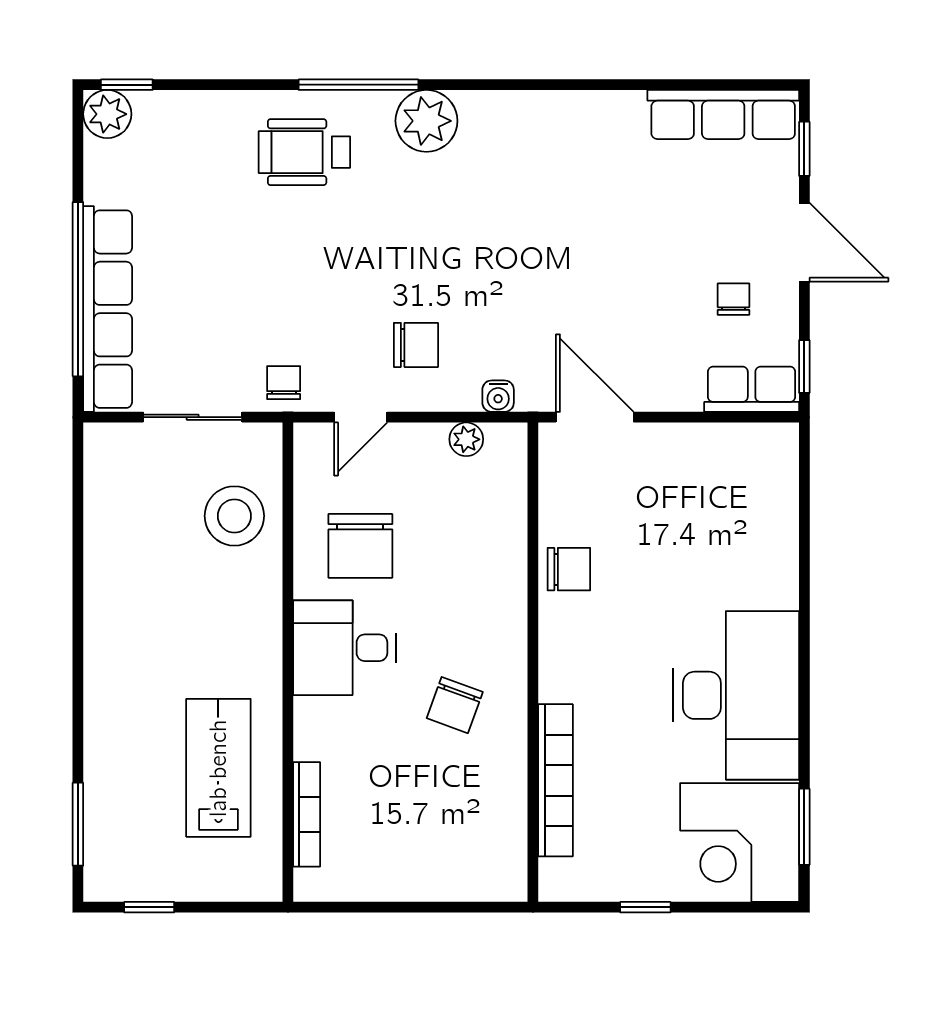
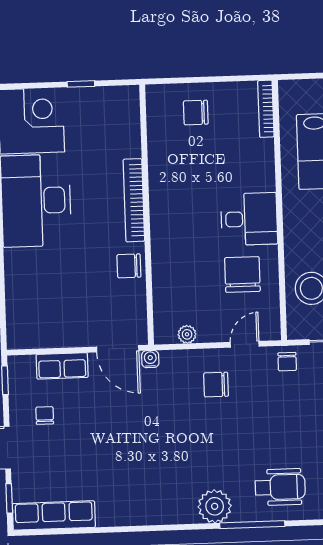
chair: (734, 299) -> (45, 415), turned 180
row of seats: (752, 389) -> (62, 366), moved
water cooler: (498, 396) -> (150, 359), moved
chair: (455, 705) -> (196, 113), moved, turned -110
bookcase: (556, 780) -> (134, 200), moved
bookcase: (307, 814) -> (266, 109), moved

